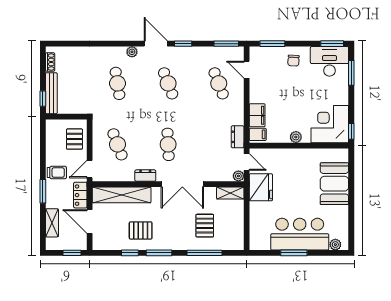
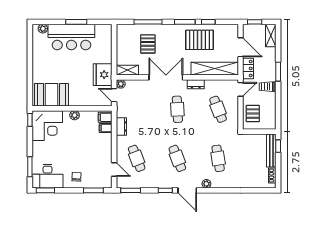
filing cabinet: (257, 115) -> (106, 128), width x0.50
dresser: (238, 137) -> (121, 126), moved
booth: (334, 184) -> (51, 95), moved, turned 90
shelving: (52, 223) -> (271, 36), moved
pallet: (141, 230) -> (199, 40), width x1.50, depth x1.42

